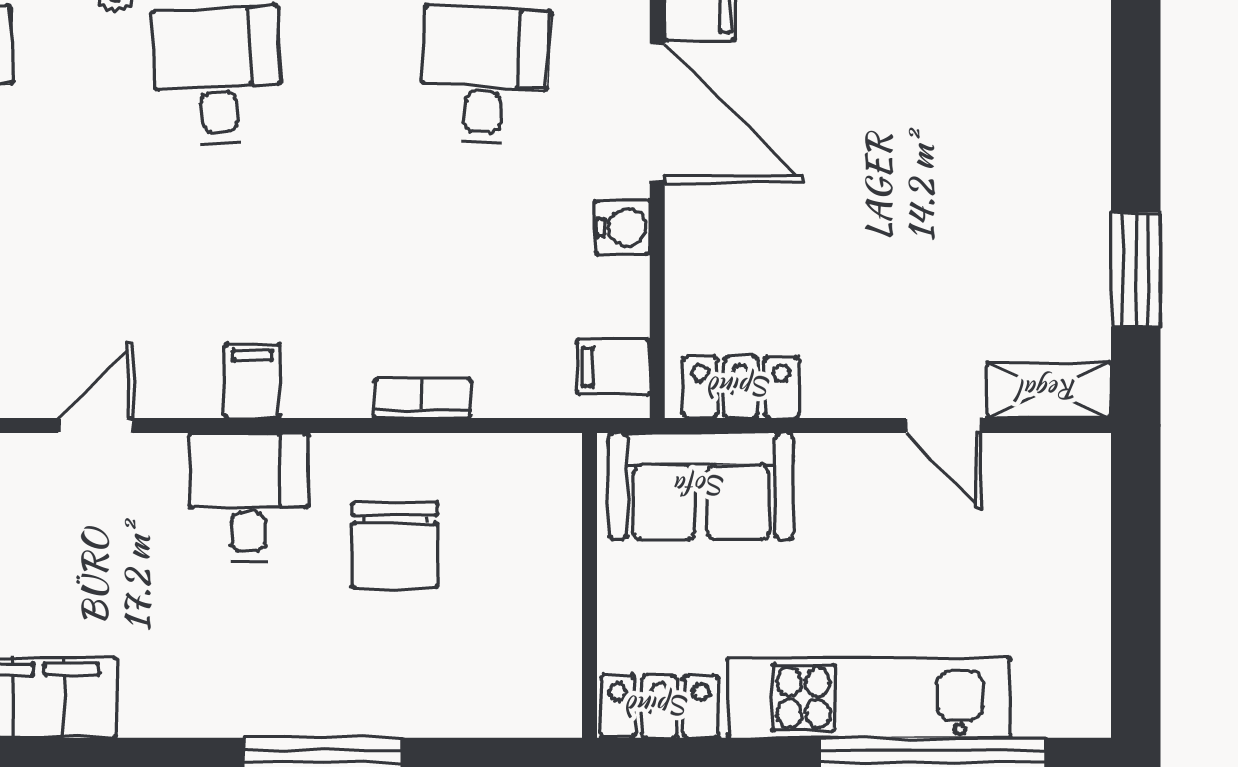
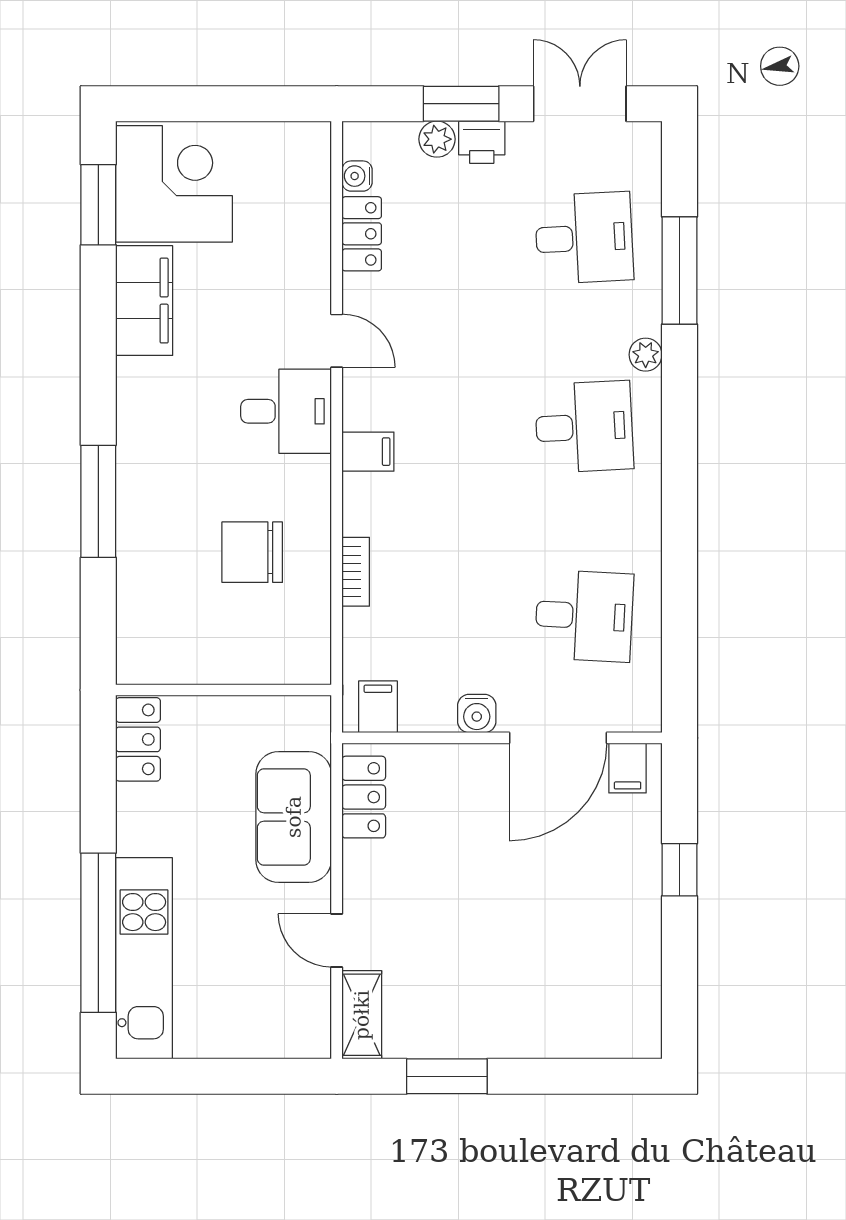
door: (944, 425) -> (337, 940), hinge flipped
sofa: (701, 486) -> (294, 817), moved
desk: (248, 497) -> (286, 411), moved
kitchen unit: (869, 698) -> (144, 958), moved

